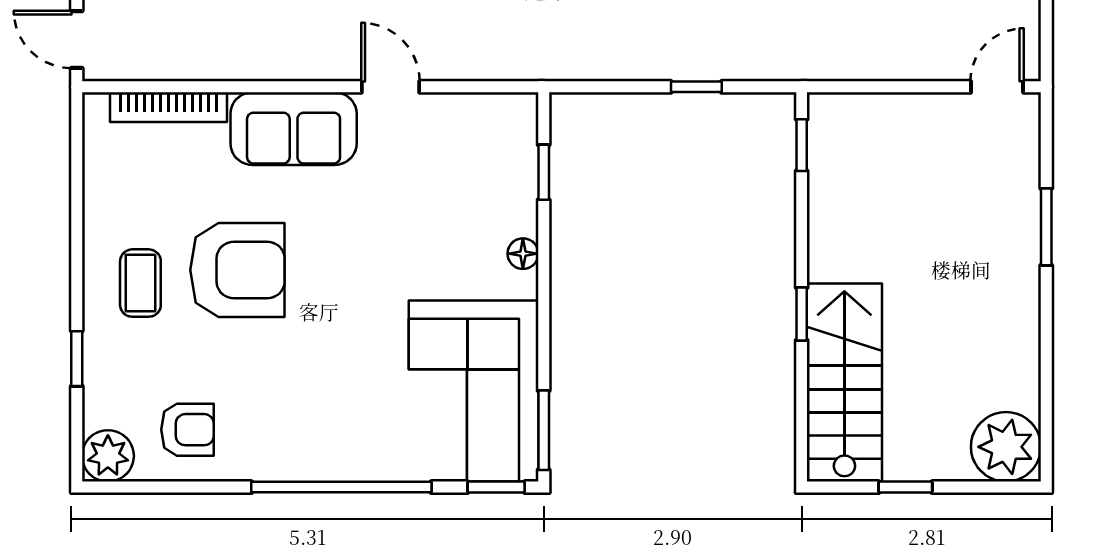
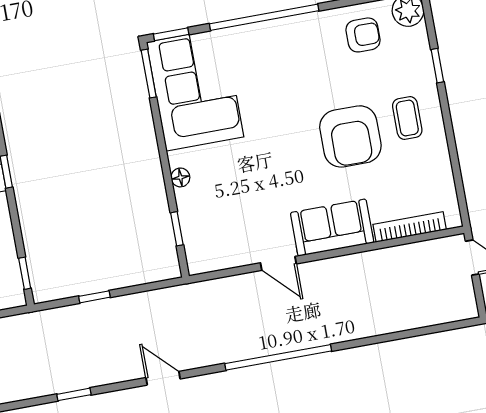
armchair: (237, 270) -> (350, 136), turned -90
armchair: (187, 430) -> (363, 35), turned 180

